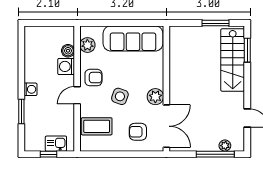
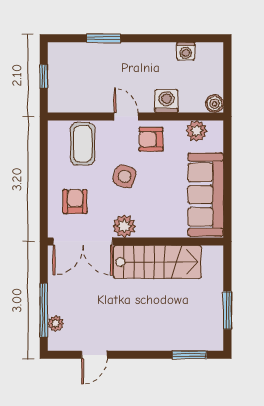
boiler: (68, 51) -> (214, 104), moved
stairs: (233, 60) -> (157, 262), moved, turned 180
armchair: (93, 78) -> (151, 139), turned 90
washing machine: (31, 89) -> (186, 51), moved
kitchen sink: (56, 144) -> (58, 87), removed

